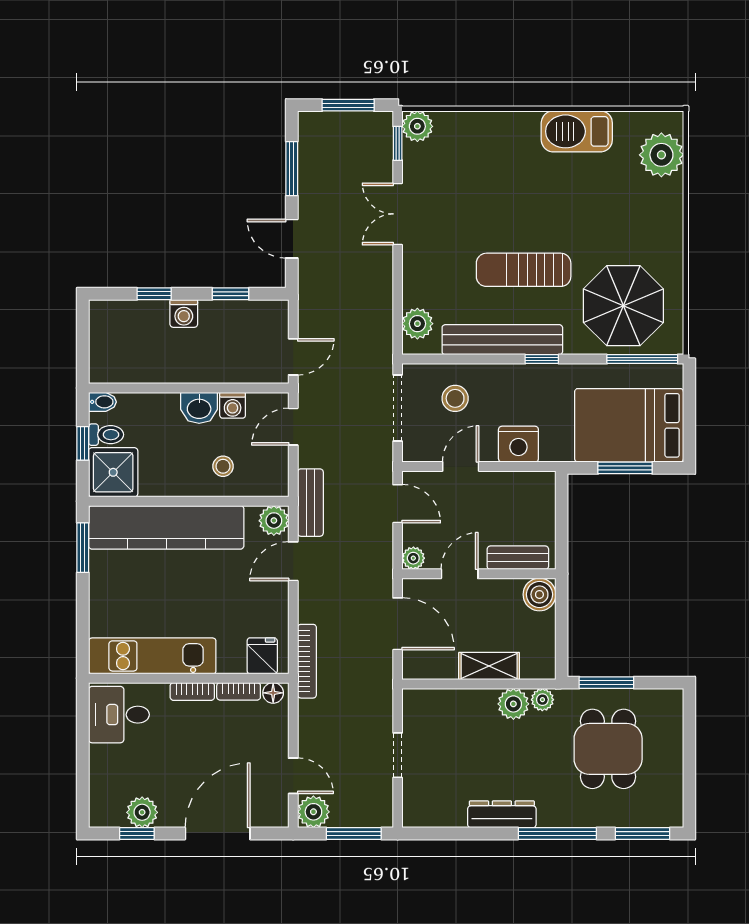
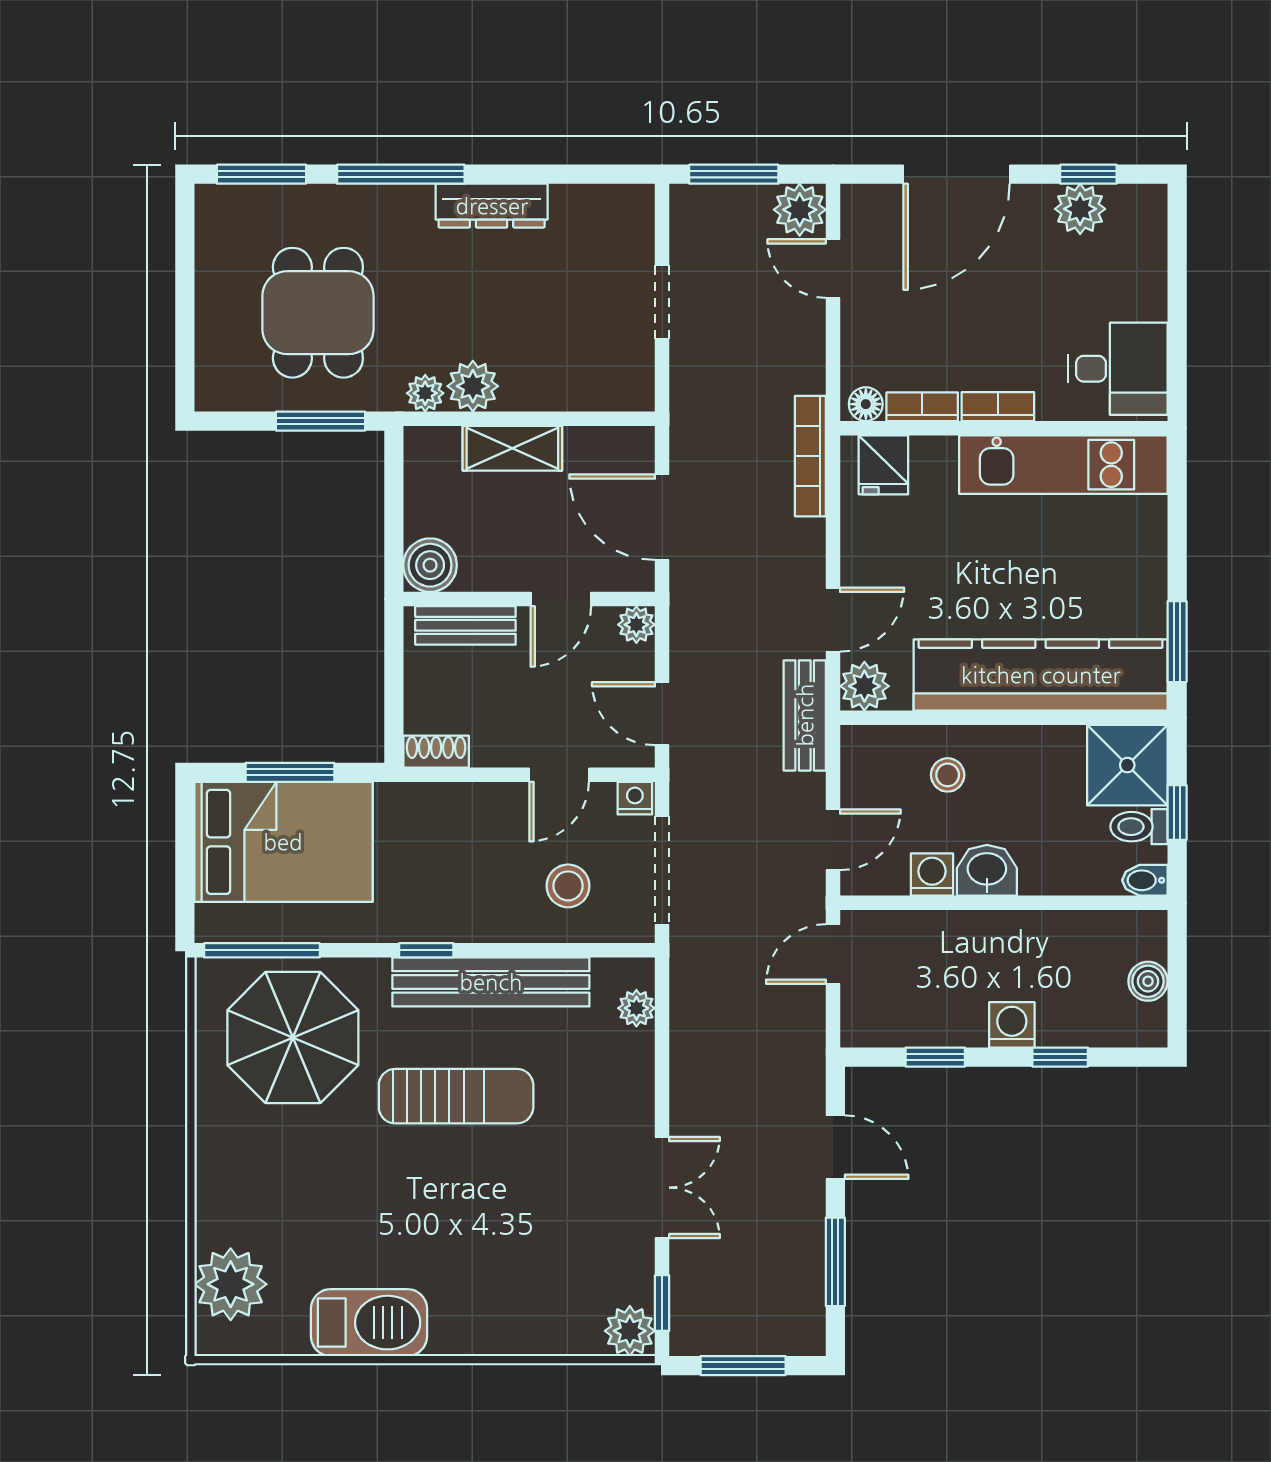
plant: (417, 324) -> (636, 1008), width x0.73, depth x0.73
boiler: (101, 340) -> (1148, 981), added
nightstand: (518, 444) -> (635, 798), moved, width x0.53, depth x0.56
shoe rack: (536, 480) -> (436, 752), added

